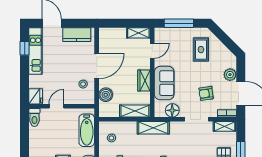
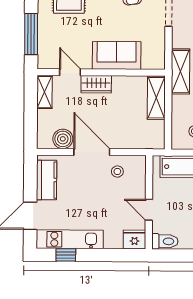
wardrobe: (144, 81) -> (96, 84), moved
boiler: (106, 95) -> (63, 139), moved
floor lamp: (172, 110) -> (156, 44), removed

